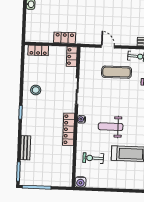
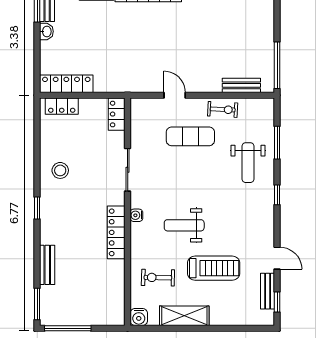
locker: (65, 38) -> (66, 84), moved, width x1.53
shelving: (109, 182) -> (184, 316), added

